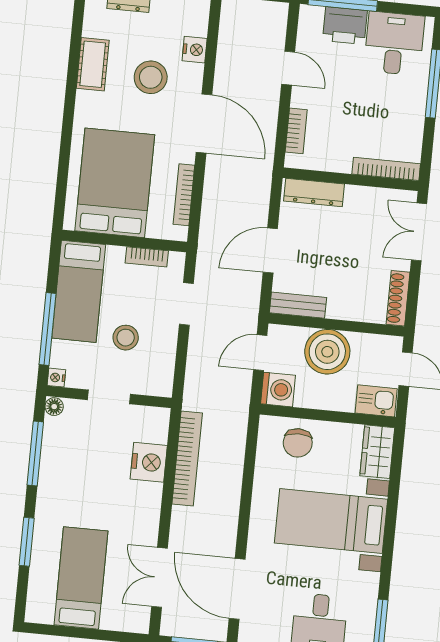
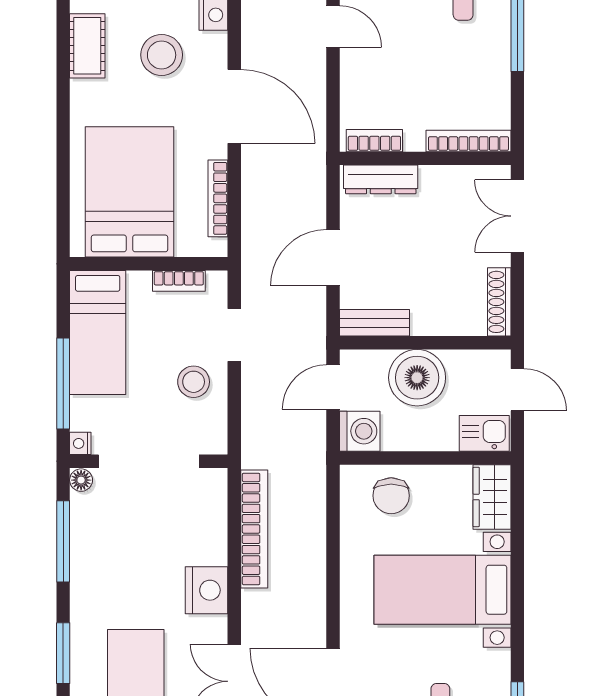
bookcase: (296, 131) -> (374, 141), moved, turned -90
stool: (126, 338) -> (194, 382), moved
doorway: (109, 397) -> (149, 461), width x1.88
nightstand: (149, 462) -> (207, 590), moved

